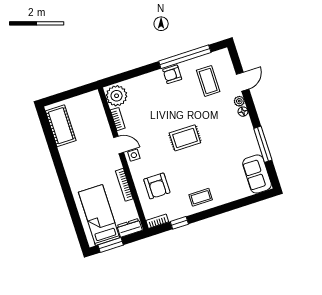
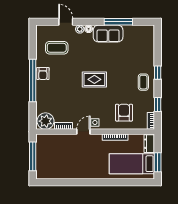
window: (185, 57) -> (33, 80), moved
window: (70, 94) -> (33, 156), added
cot: (61, 126) -> (55, 171), removed
rug: (185, 138) -> (94, 79), turned 90
sofa: (257, 174) -> (108, 34), moved
armchair: (157, 186) -> (124, 113), turned -90
window: (217, 210) -> (158, 73), added

